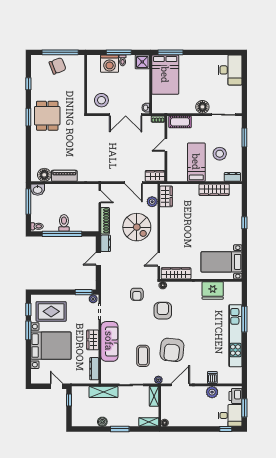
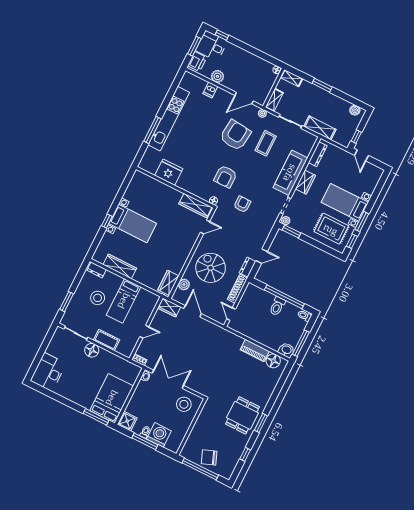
cot: (180, 122) -> (107, 340), moved
bed with nightstands: (222, 262) -> (133, 224), moved
bed with nightstands: (51, 346) -> (345, 202), width x0.73
boiler: (102, 422) -> (355, 110), moved

